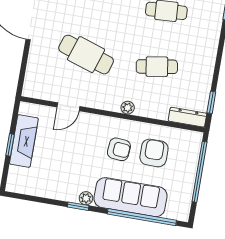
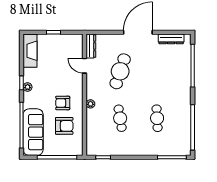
dresser: (187, 117) -> (91, 46), moved
fireplace: (24, 141) -> (30, 51), moved, turned -90
armchair: (119, 149) -> (63, 103), turned 85
sofa: (131, 197) -> (33, 132), moved

